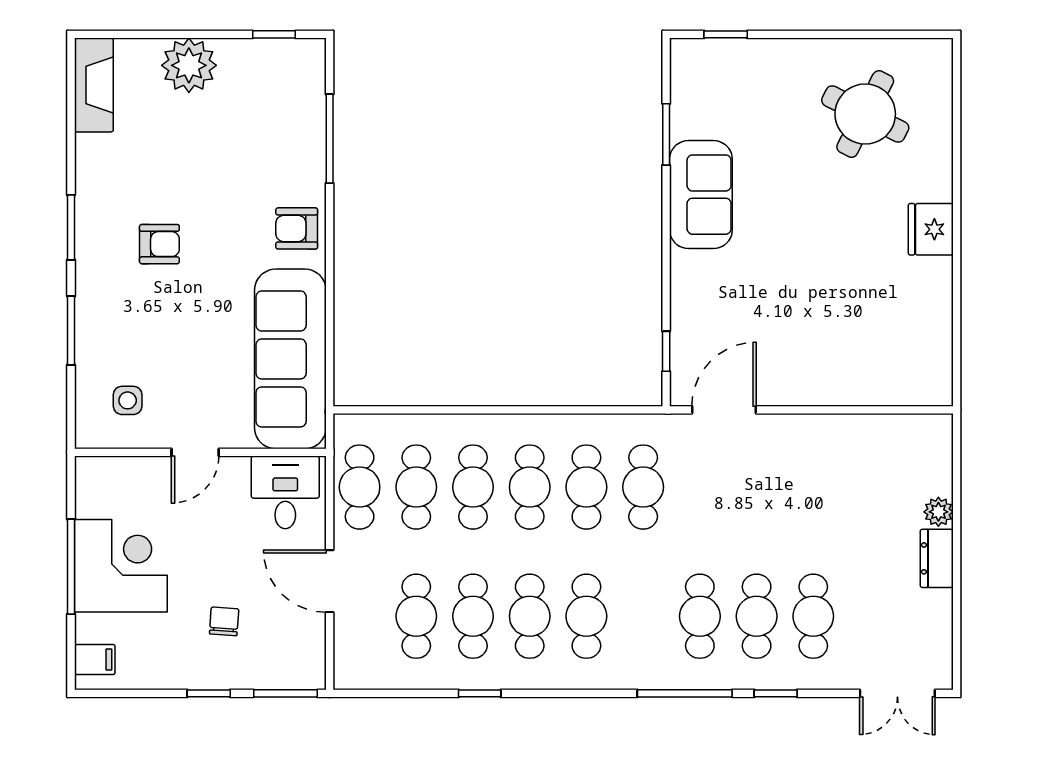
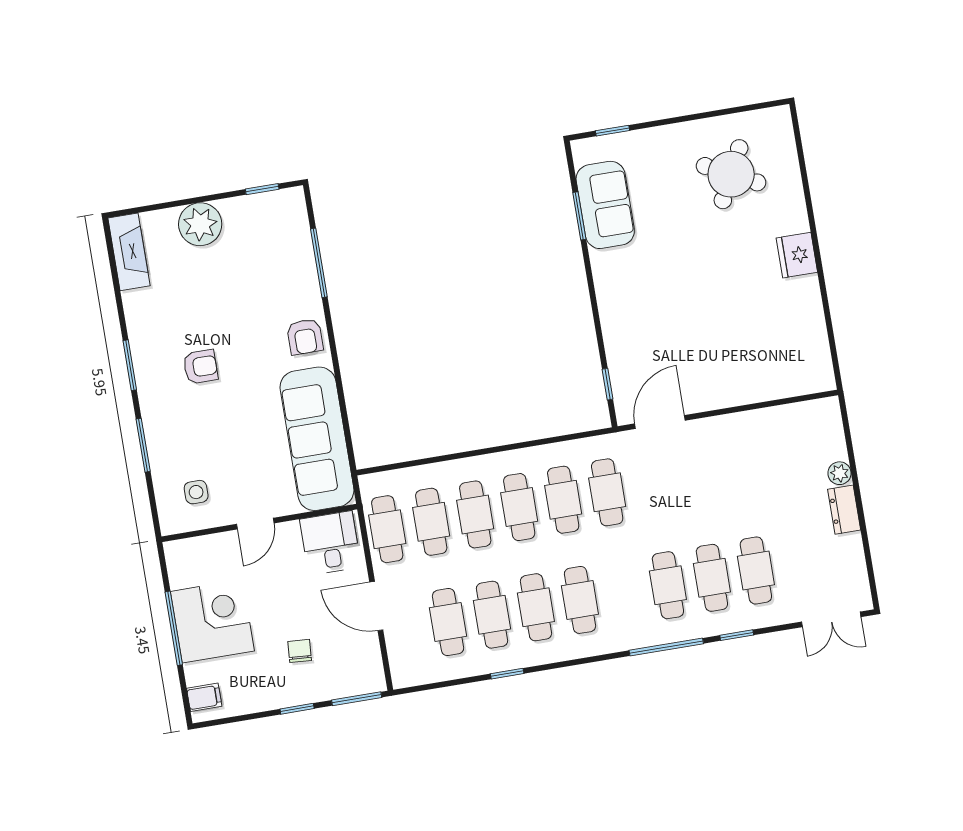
sofa: (701, 195) -> (605, 205), moved
armchair: (297, 228) -> (305, 337), turned -90

